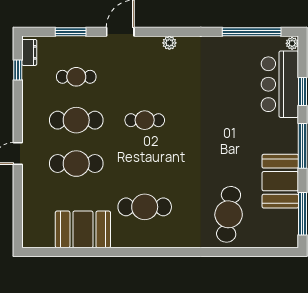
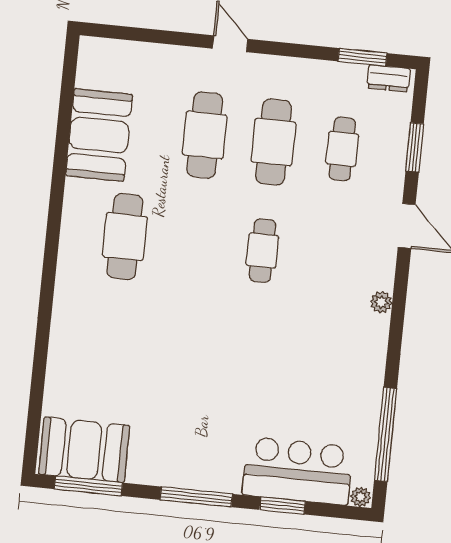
window: (18, 70) -> (362, 57), width x1.50
booth: (280, 181) -> (84, 450), moved
cafe table: (229, 214) -> (99, 368), removed

